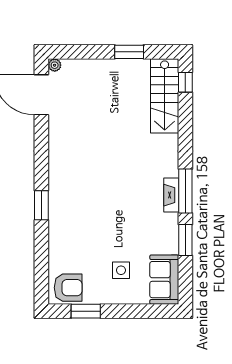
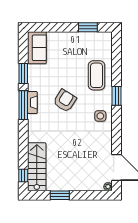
coffee table: (72, 237) -> (96, 75), added
side table: (121, 270) -> (100, 116), moved
armchair: (68, 288) -> (65, 101), moved, turned 122

